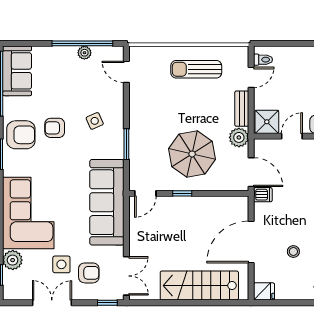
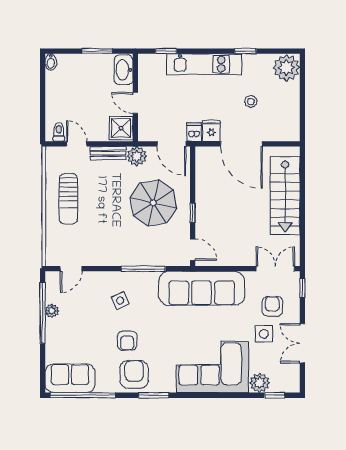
window: (126, 144) -> (143, 269), width x1.44
door: (251, 172) -> (171, 144), swing flipped
fridge: (264, 291) -> (211, 131), moved

